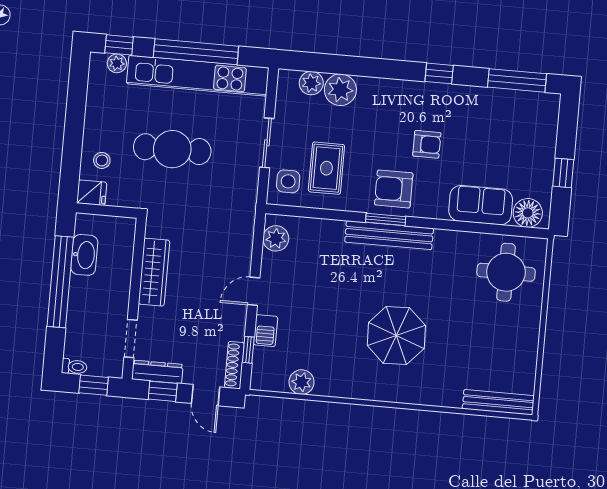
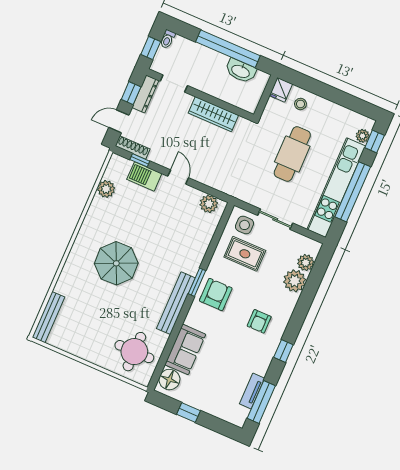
tv unit: (506, 98) -> (252, 391), added
armchair: (427, 144) -> (259, 321), moved
bench: (389, 235) -> (176, 303), moved
barbecue: (266, 331) -> (144, 176), width x1.38, depth x1.27

